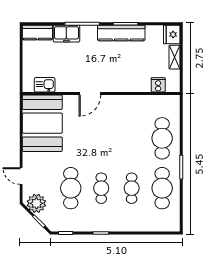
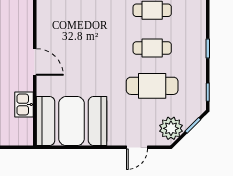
kitchen sink: (45, 85) -> (24, 105), moved

